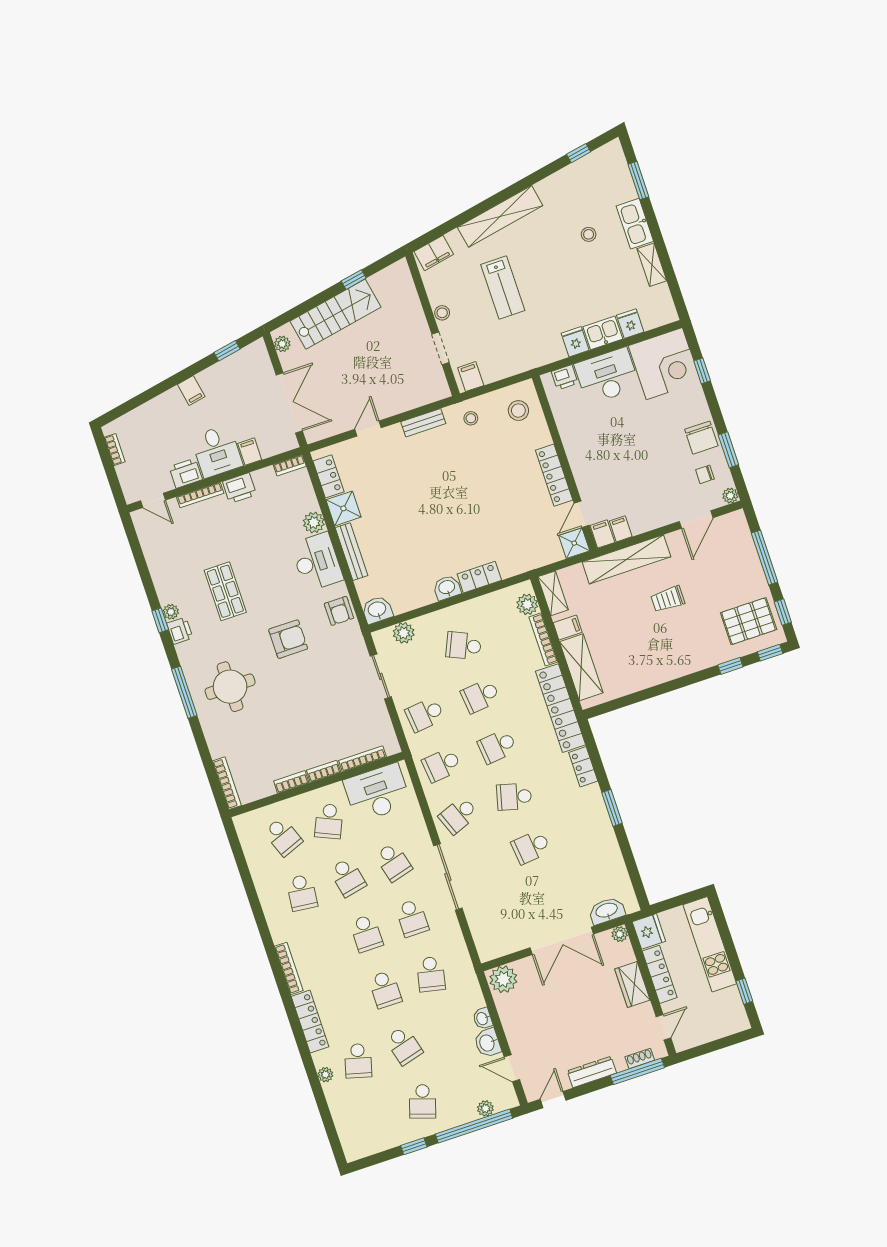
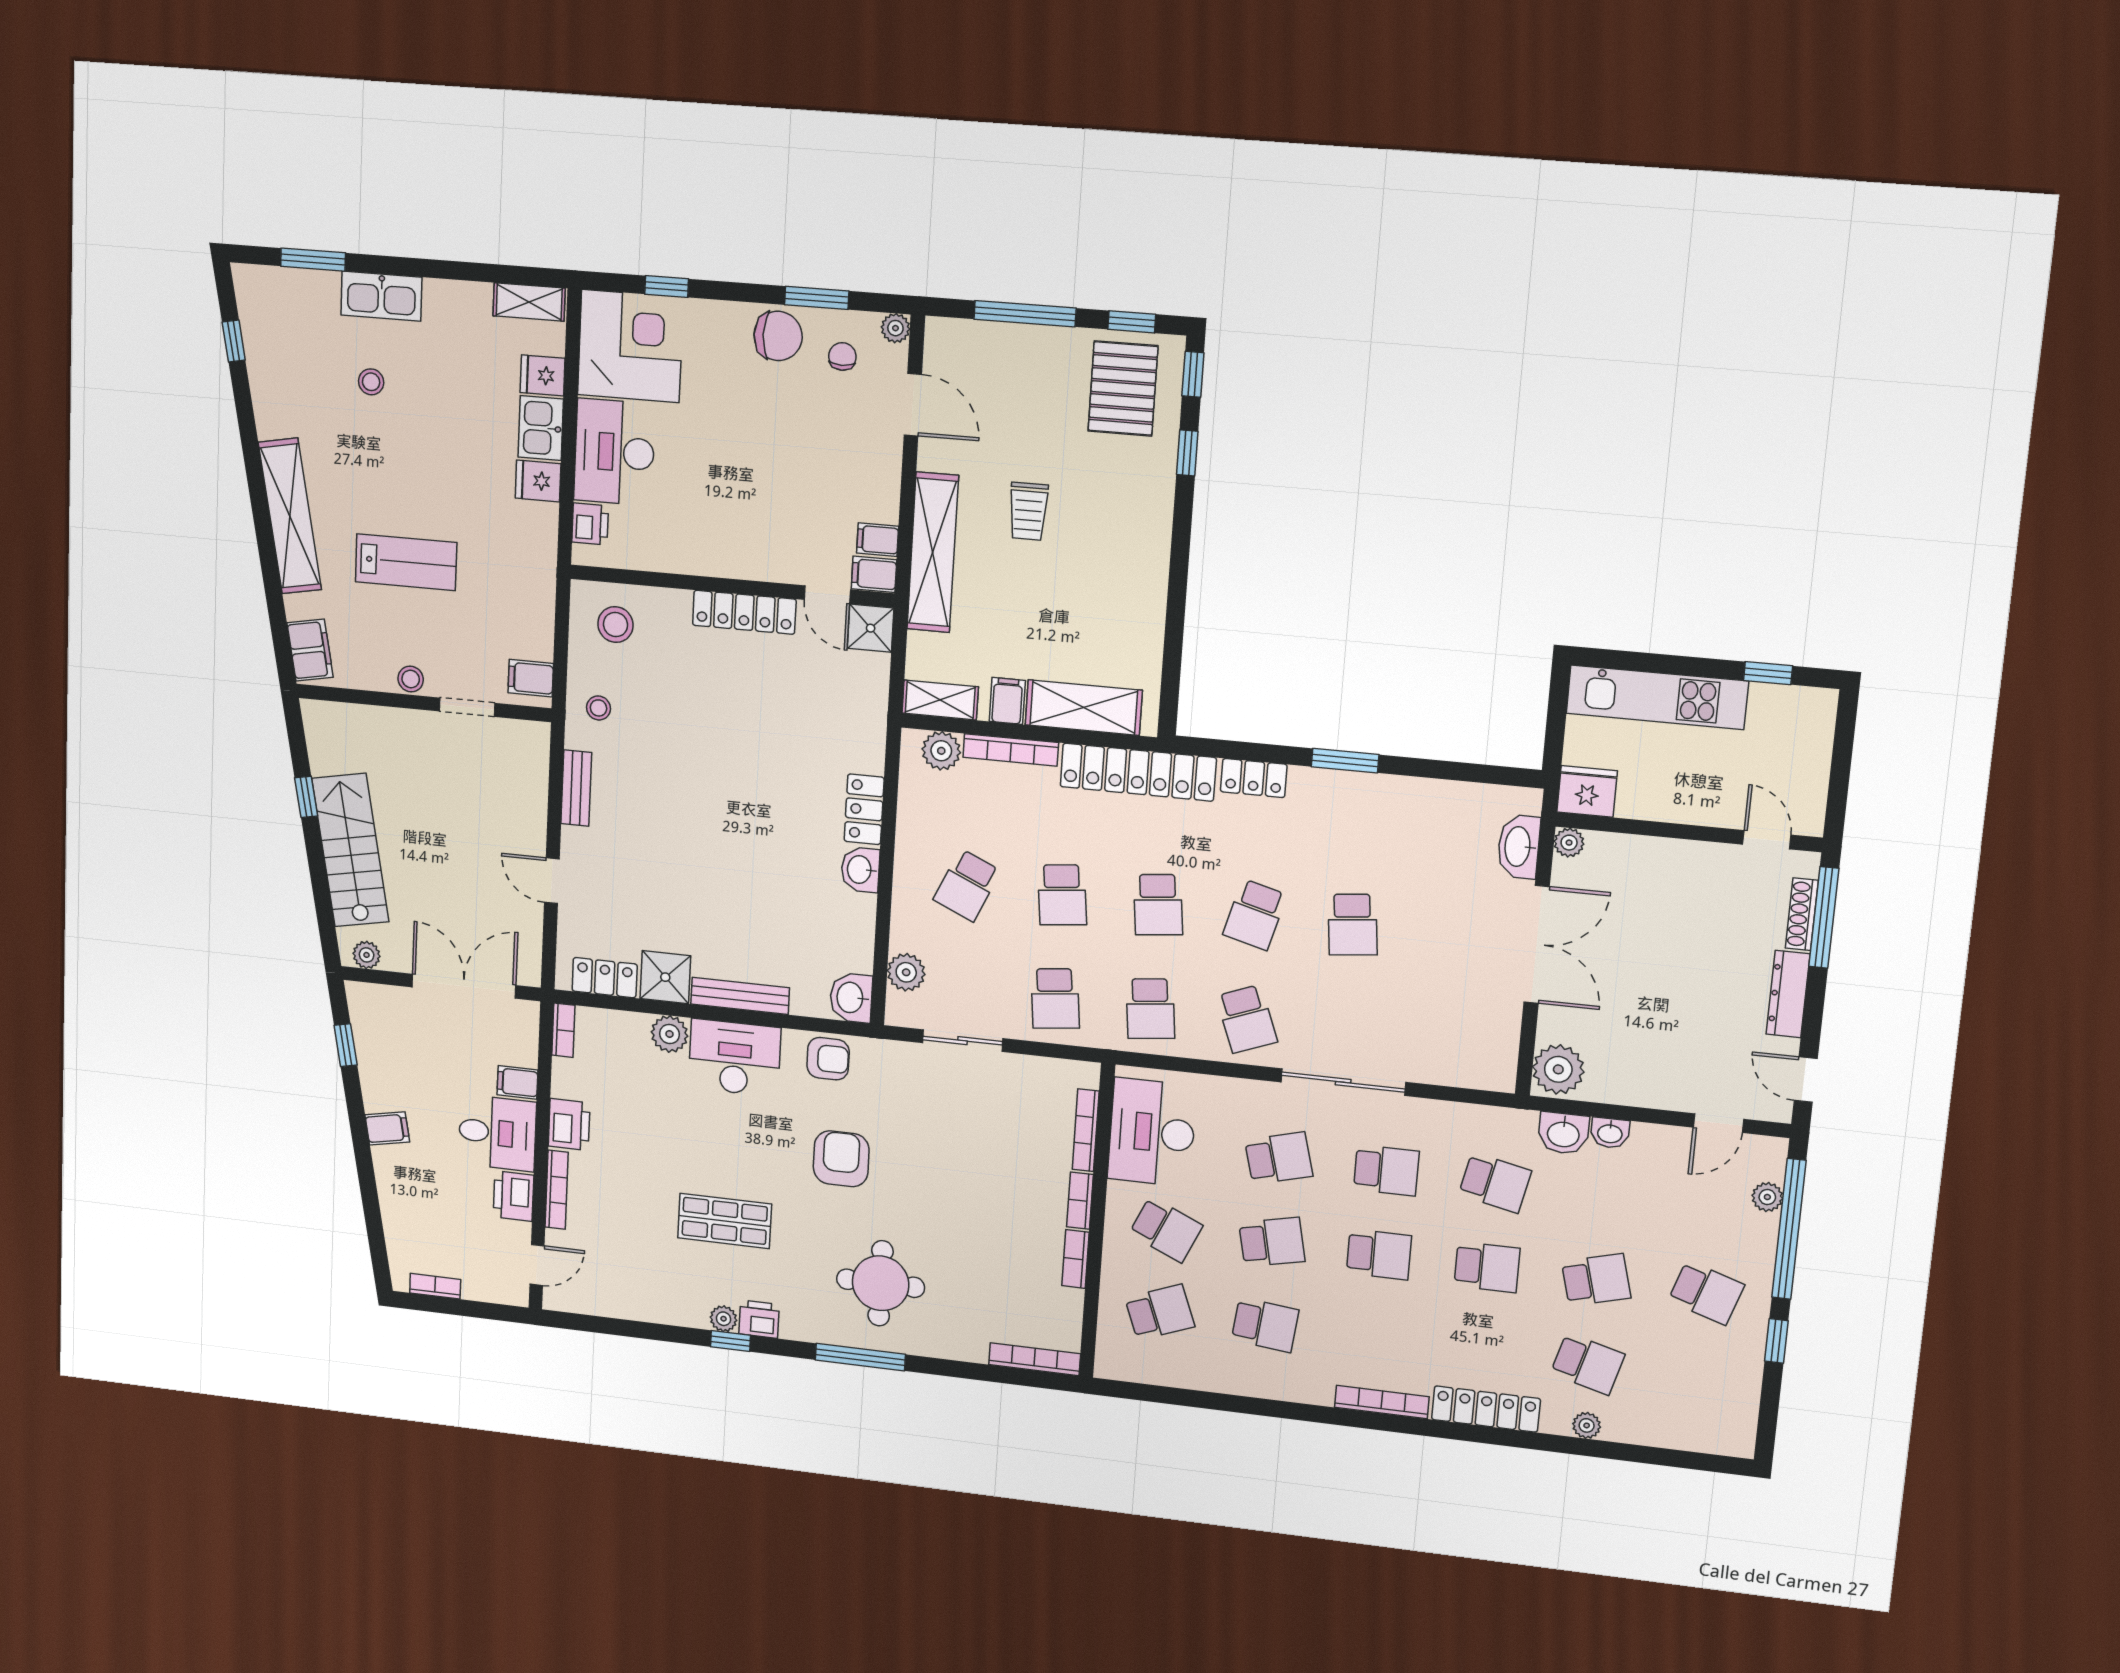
shelving: (652, 265) -> (529, 302), moved
chair: (705, 474) -> (842, 356), turned 180
locker: (660, 974) -> (1670, 806), removed
wardrobe: (632, 985) -> (1667, 859), removed
washbasin: (488, 1043) -> (1563, 1133), moved
shoe rack: (640, 1059) -> (1802, 914), width x1.43

